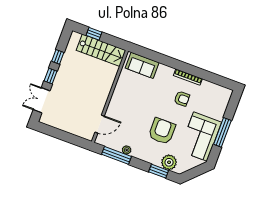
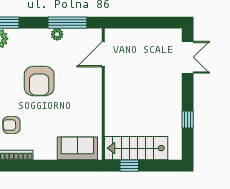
window: (94, 34) -> (129, 166), moved
window: (51, 76) -> (188, 92), removed
armchair: (162, 131) -> (39, 81), moved

